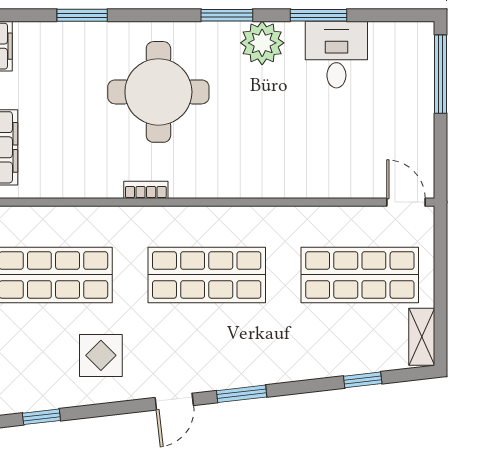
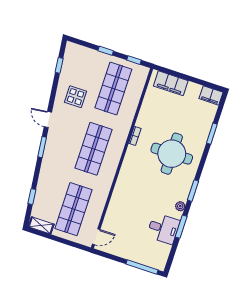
plant: (262, 43) -> (180, 206), width x0.53, depth x0.53

